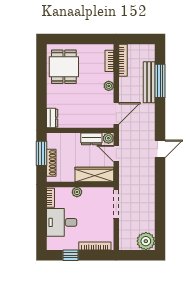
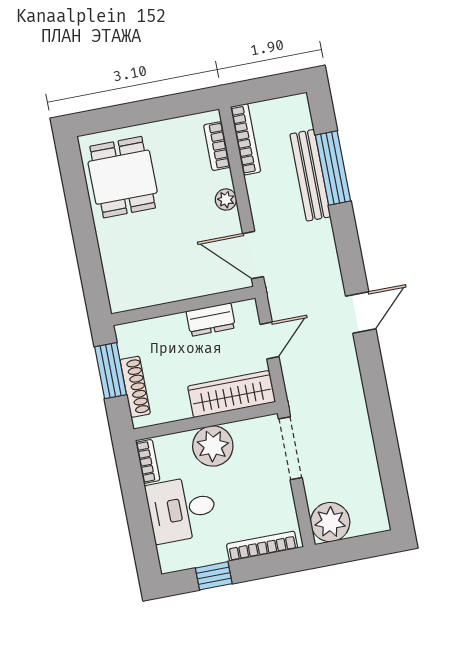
door: (116, 113) -> (253, 255), swing flipped
dresser: (52, 118) -> (119, 291), removed
plant: (108, 138) -> (247, 311), removed
door: (116, 154) -> (270, 340), swing flipped
plant: (77, 192) -> (213, 446), width x1.87, depth x1.87
plant: (146, 241) -> (330, 522), moved

